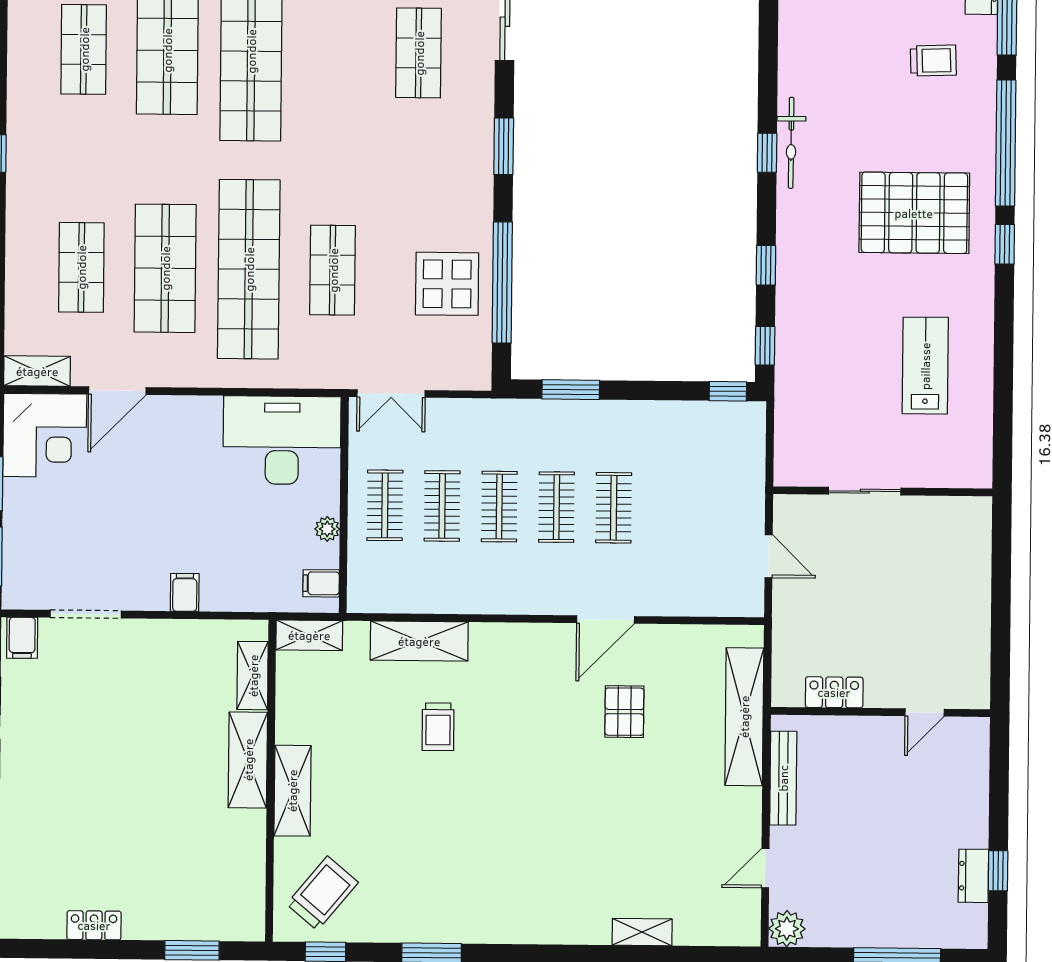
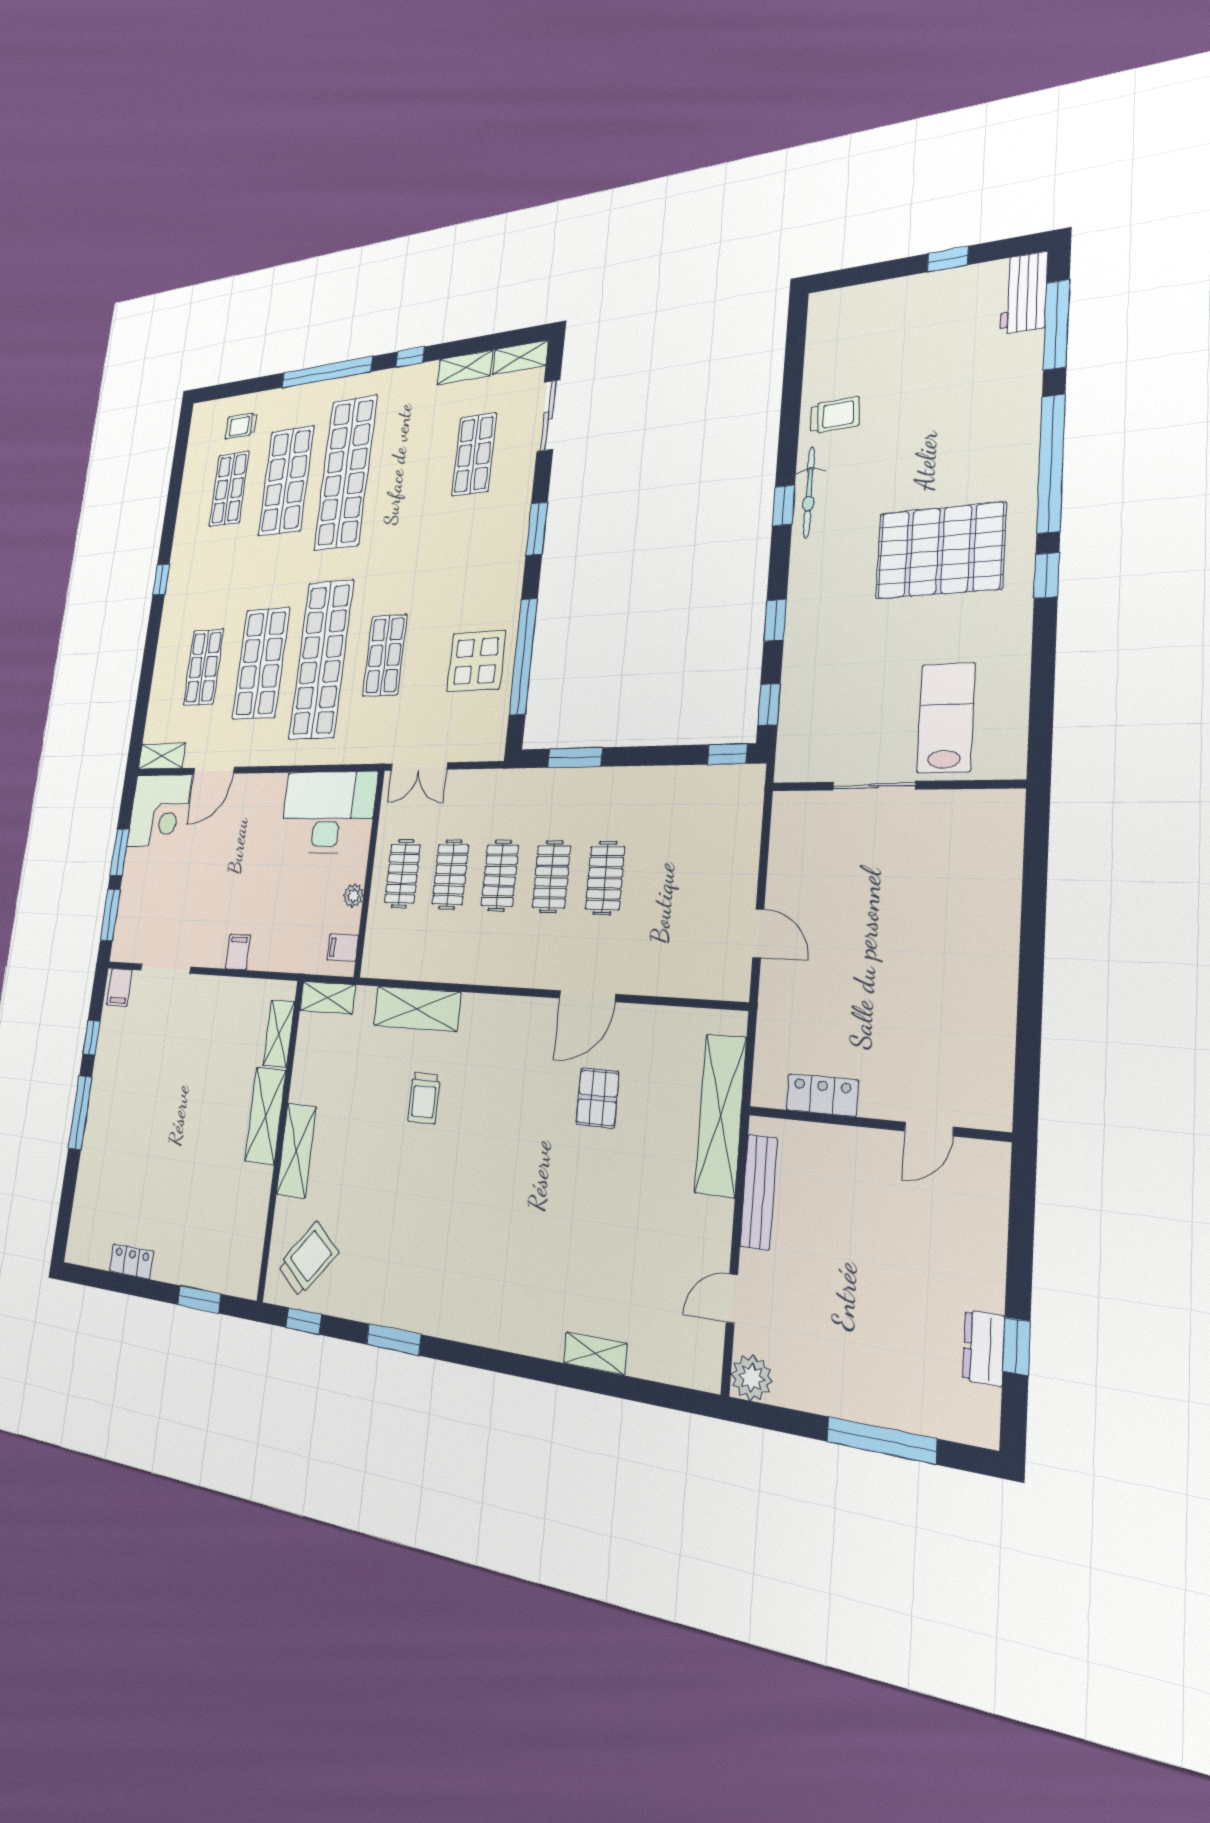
trolley: (933, 61) -> (835, 415), moved
sliding door: (865, 491) -> (874, 786), moved
wall: (883, 491) -> (894, 785), moved

